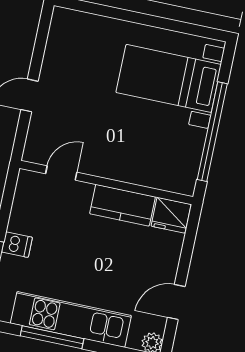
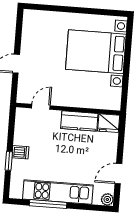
bed with nightstands: (169, 78) -> (96, 52), width x1.36
window: (212, 132) -> (126, 71), removed

